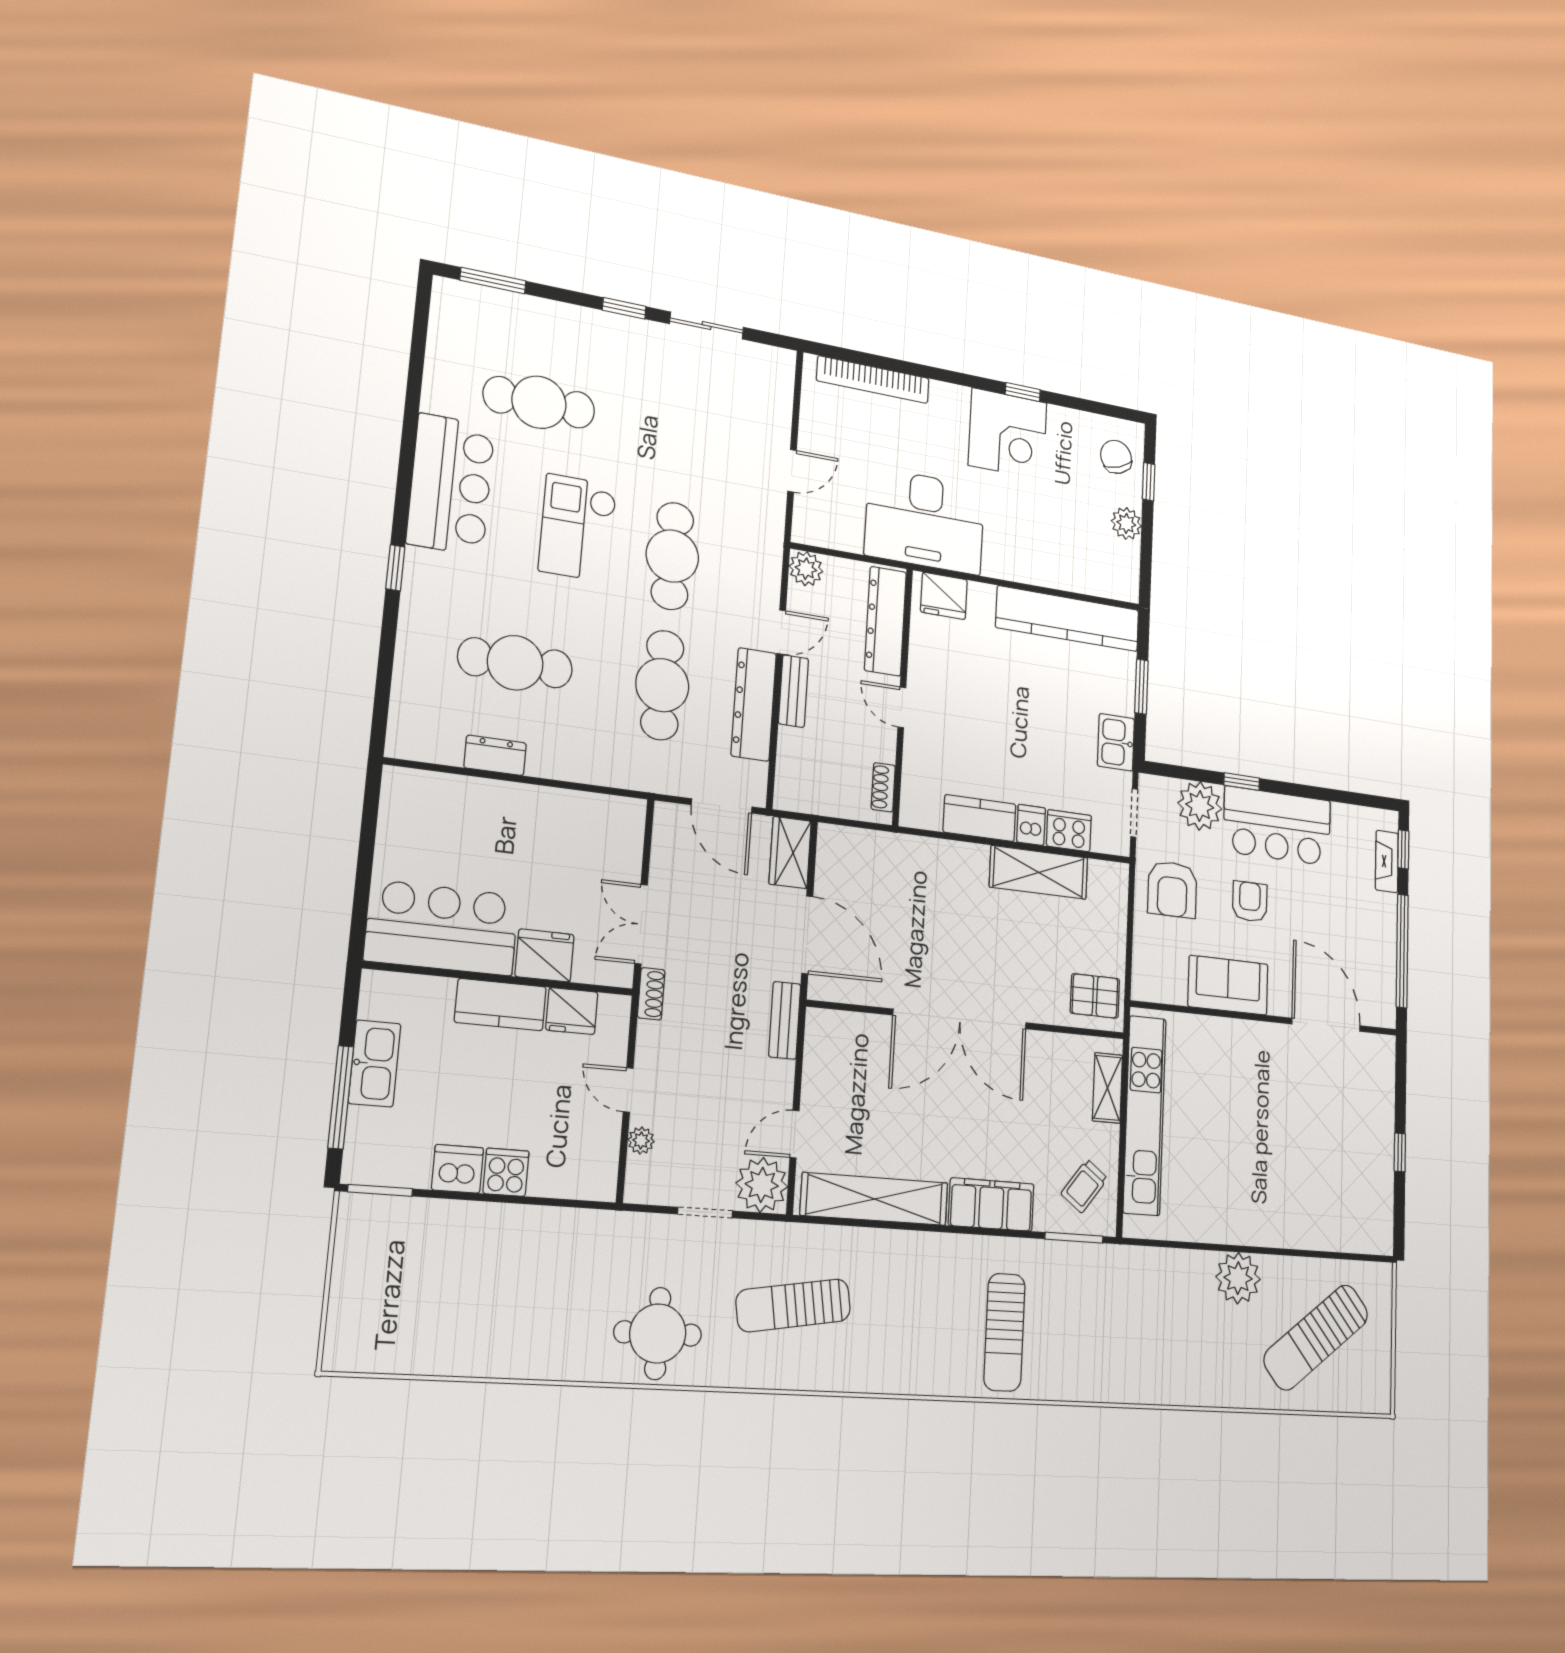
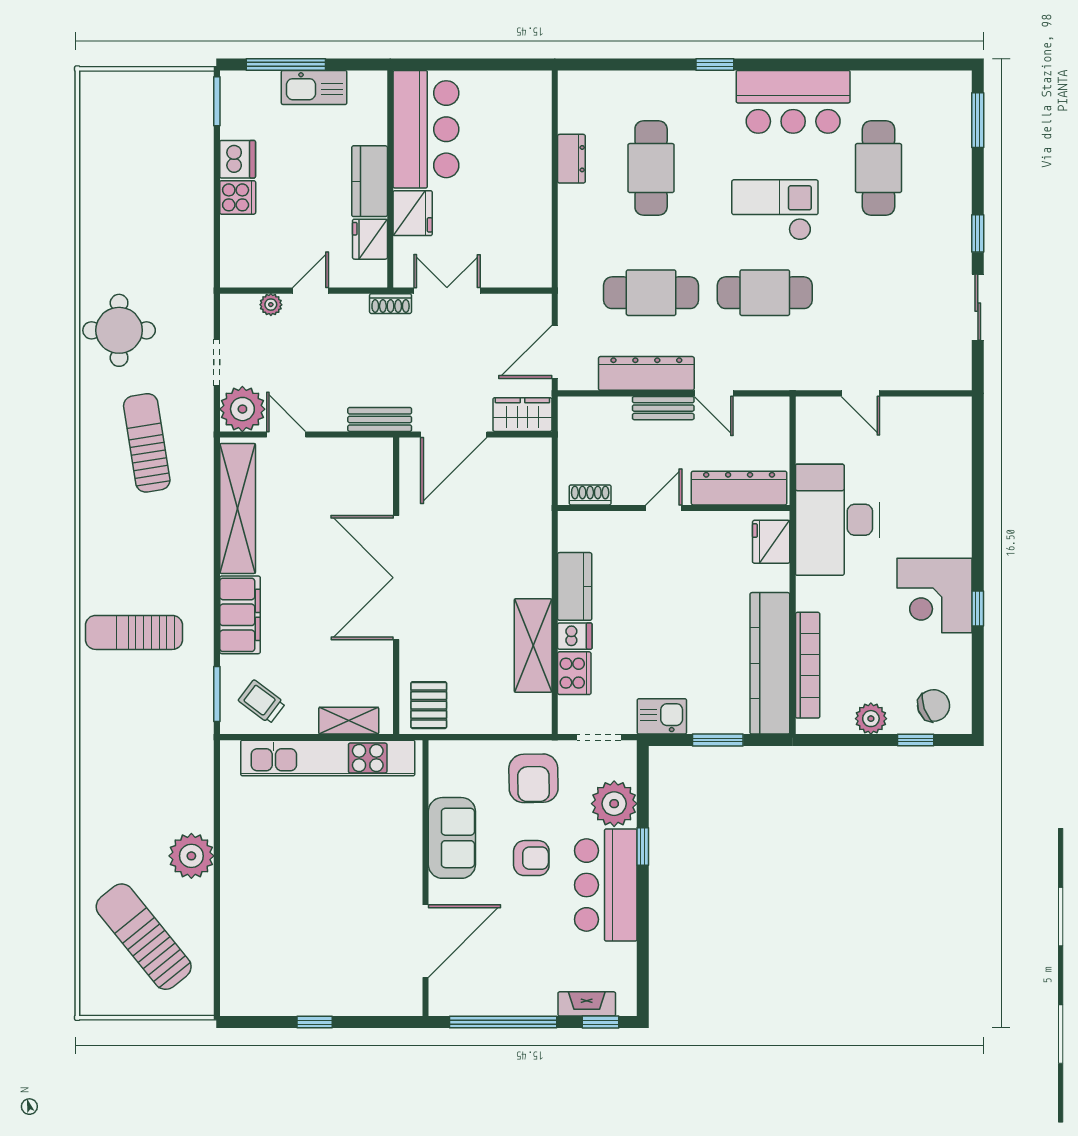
bookcase: (873, 380) -> (808, 665), moved, turned 180
plant: (806, 569) -> (774, 412), removed
armchair: (1172, 889) -> (533, 778), turned -91

